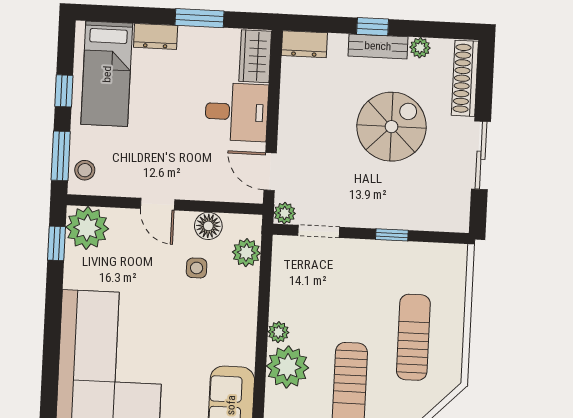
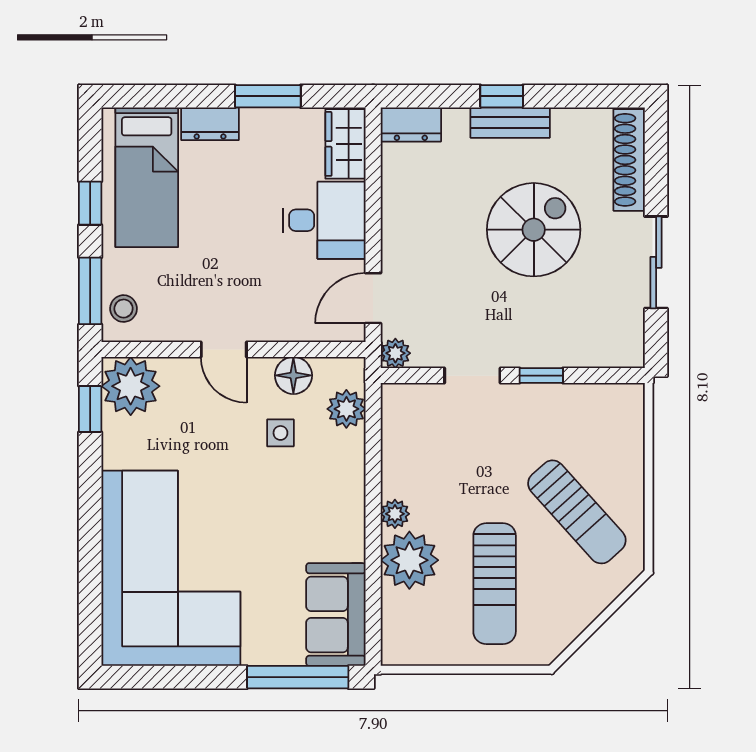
plant: (420, 48) -> (567, 121), removed
door: (270, 172) -> (373, 298), hinge flipped
doorway: (319, 231) -> (472, 376), moved
sun lounger: (413, 337) -> (577, 512), turned 138

